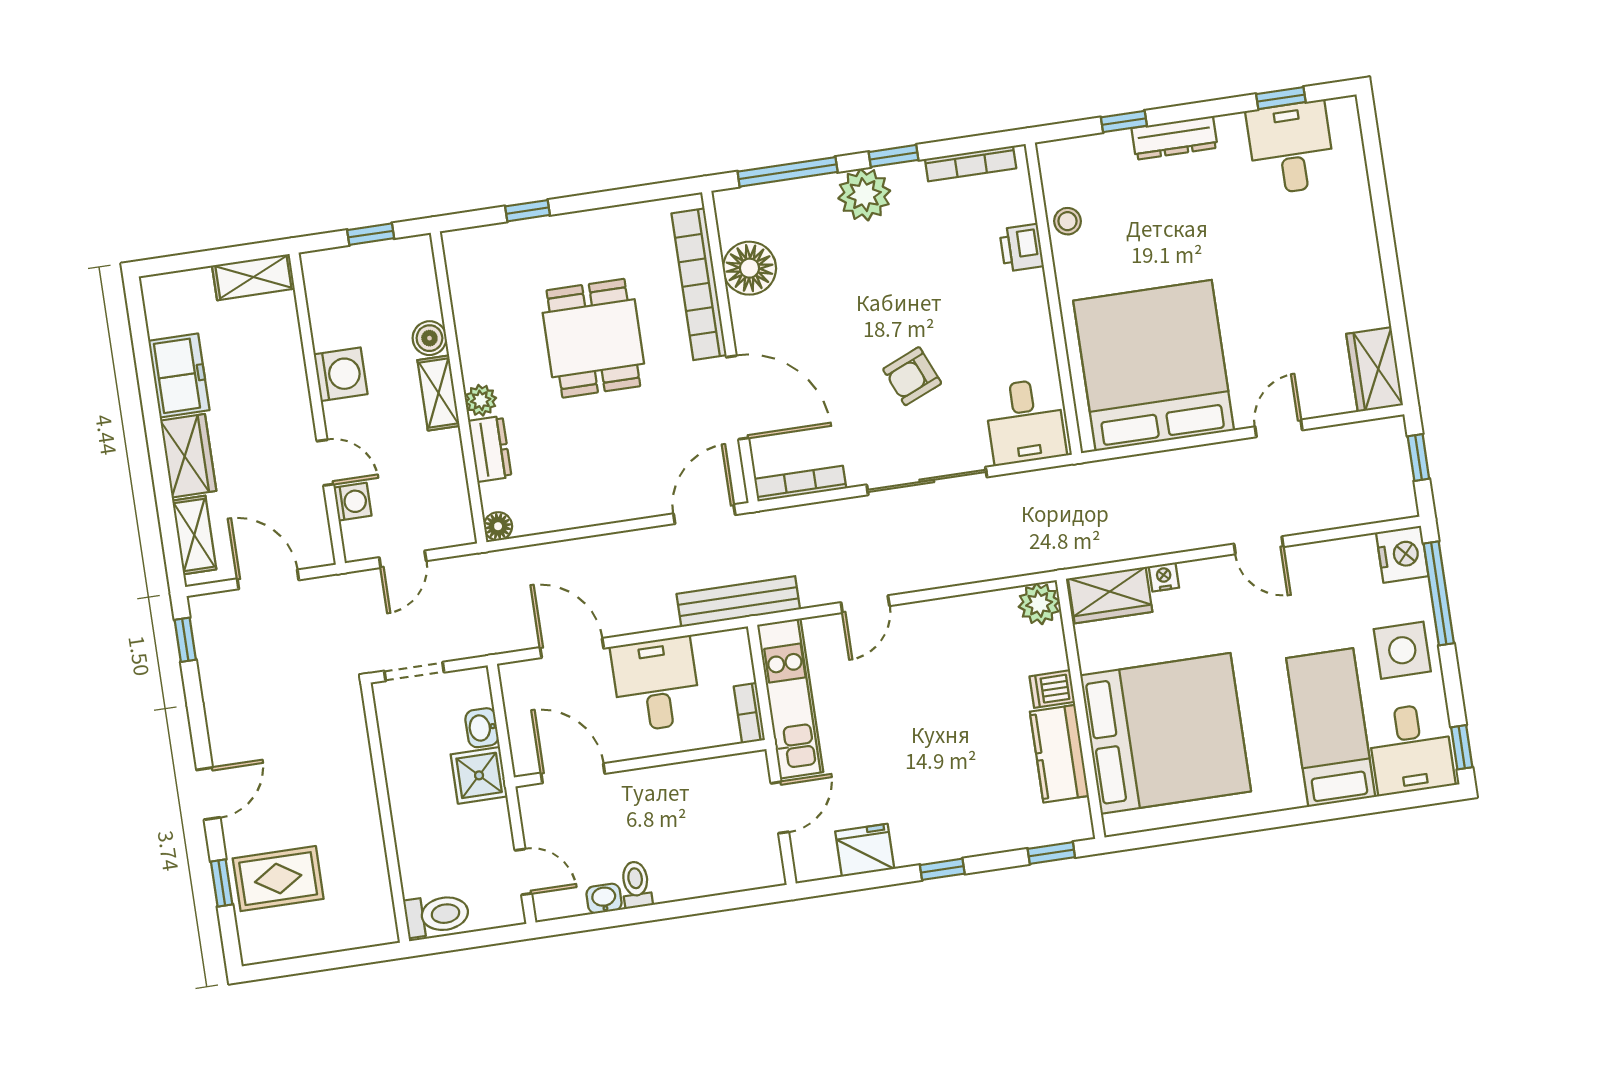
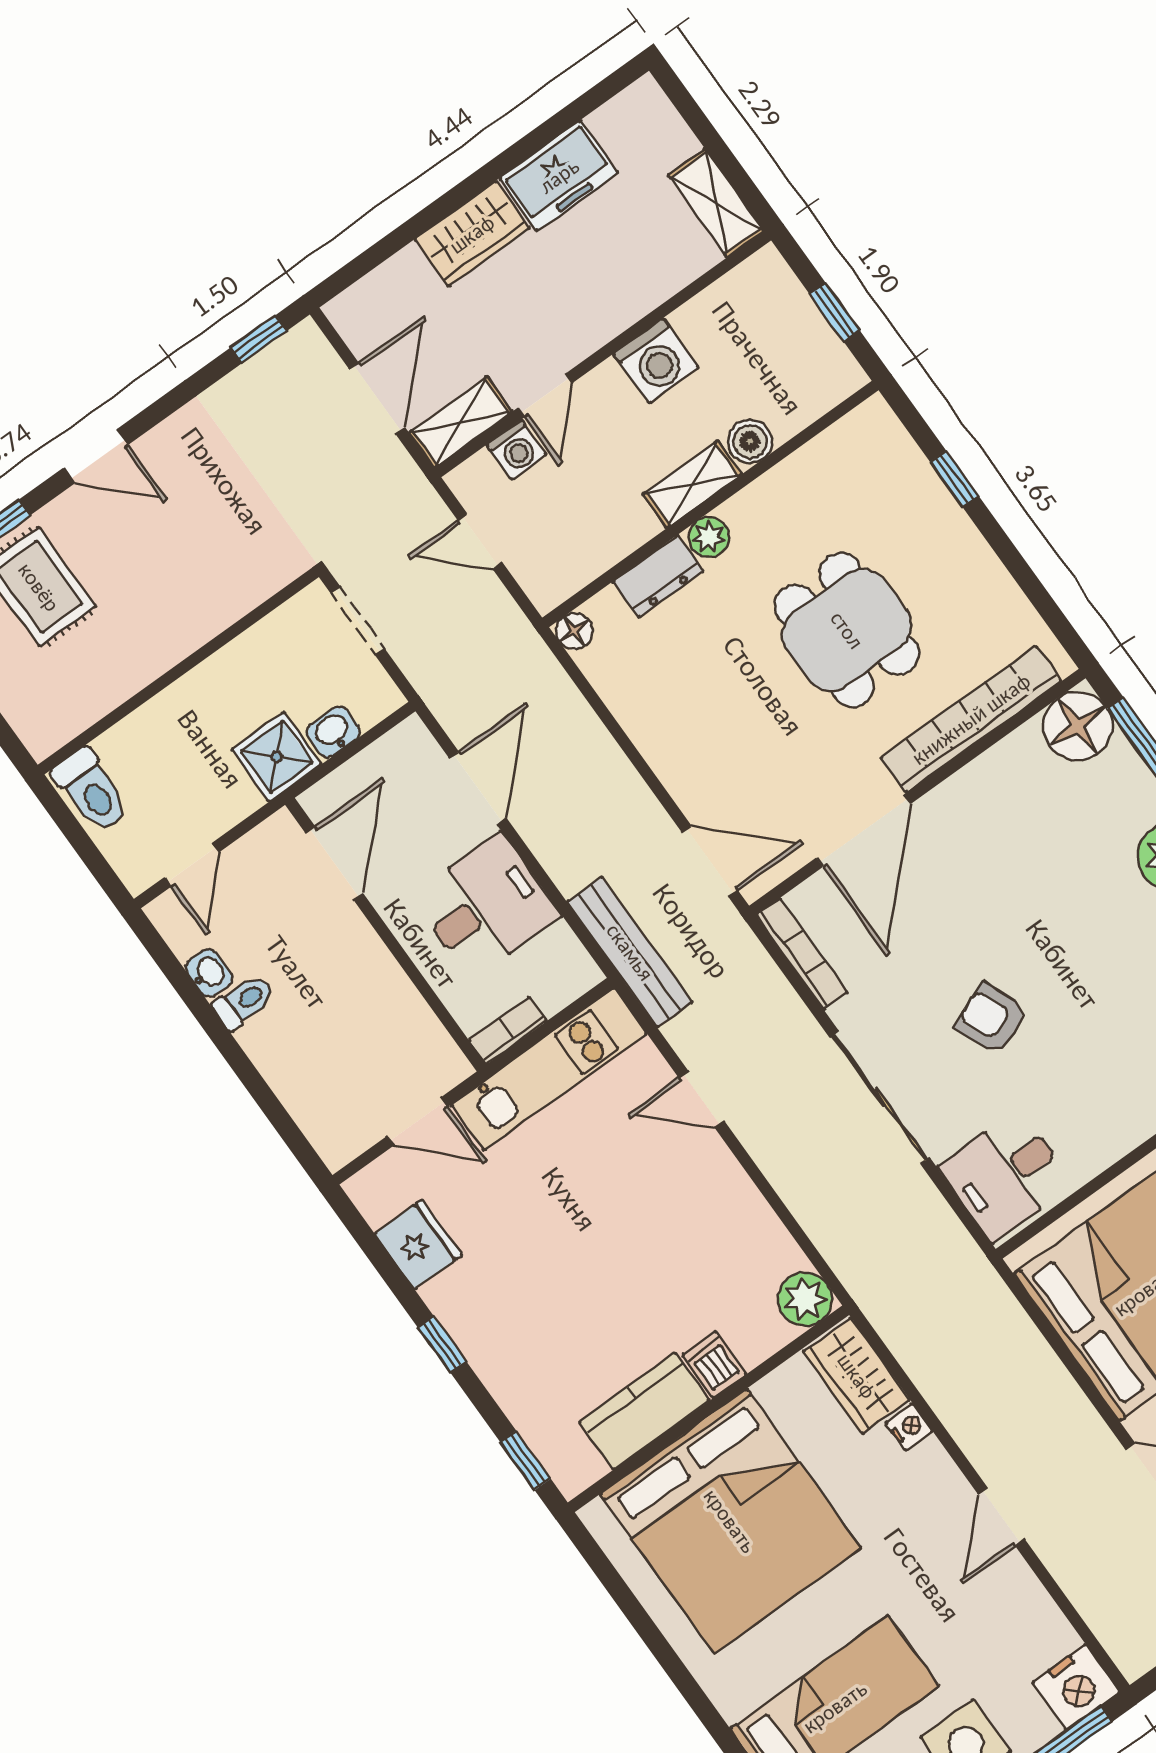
floor lamp: (750, 268) -> (1078, 726), moved
dining table: (593, 338) -> (847, 630), turned 90
shelving: (194, 535) -> (461, 422), moved

